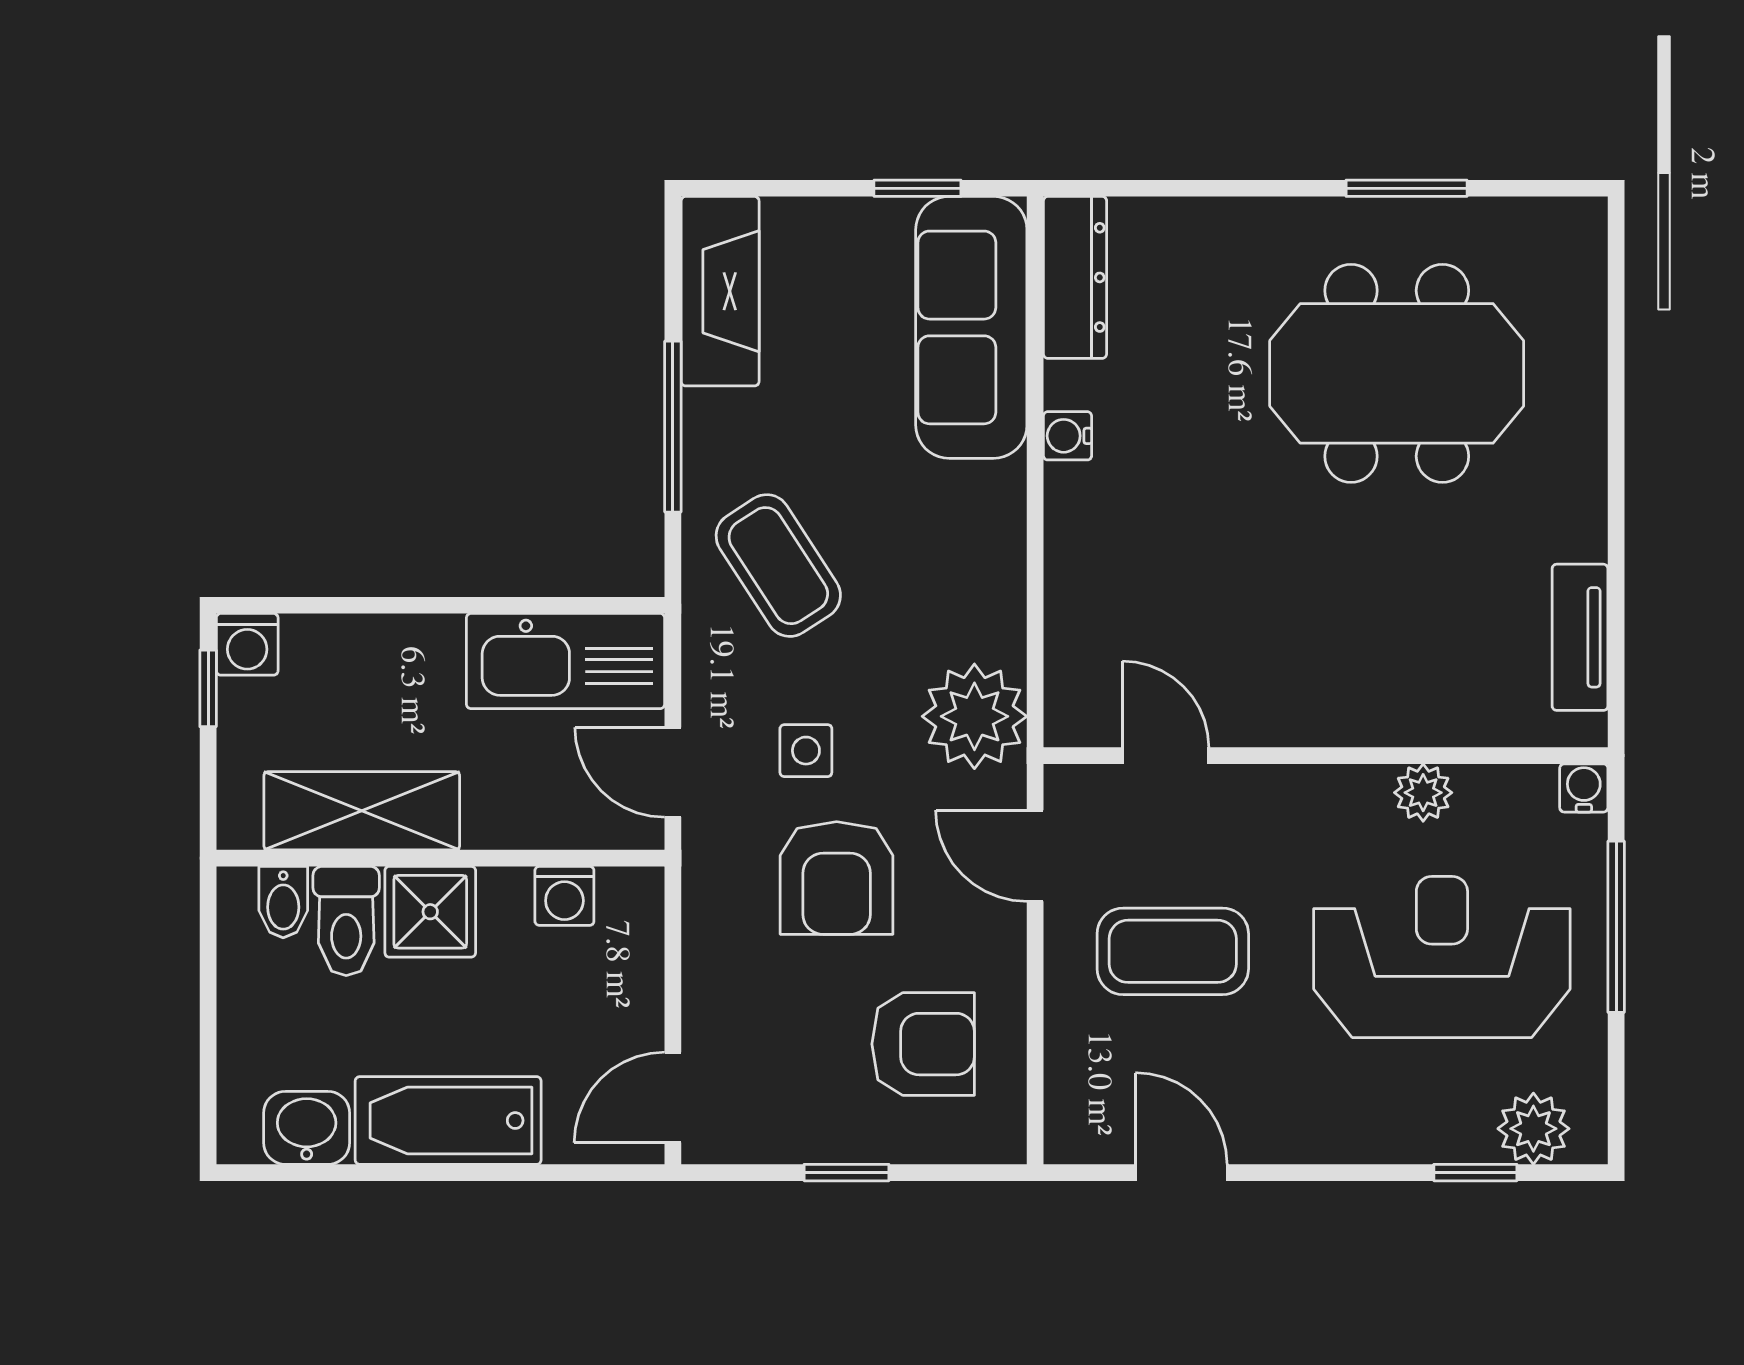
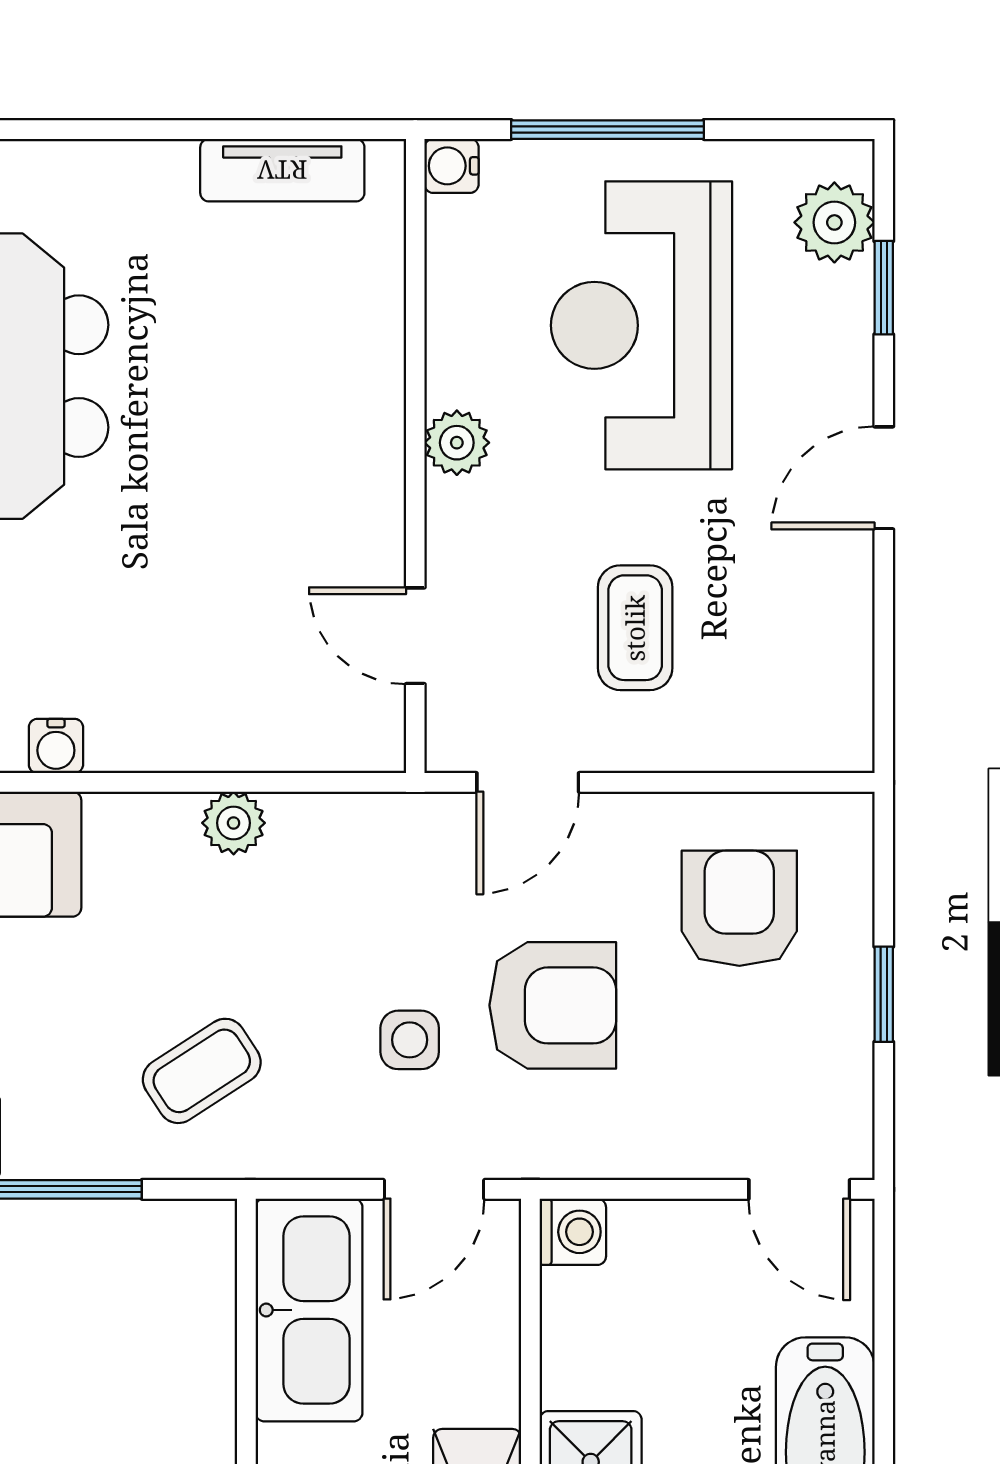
coffee table: (778, 566) -> (202, 1071), width x0.73, depth x0.77
plant: (974, 716) -> (234, 823), moved, width x0.53, depth x0.53
door: (1166, 756) -> (415, 636), hinge flipped
plant: (1423, 793) -> (457, 443), moved
washing machine: (564, 896) -> (573, 1232), moved
coffee table: (1173, 951) -> (635, 628), width x0.73, depth x0.77
door: (1181, 1173) -> (884, 478), moved

